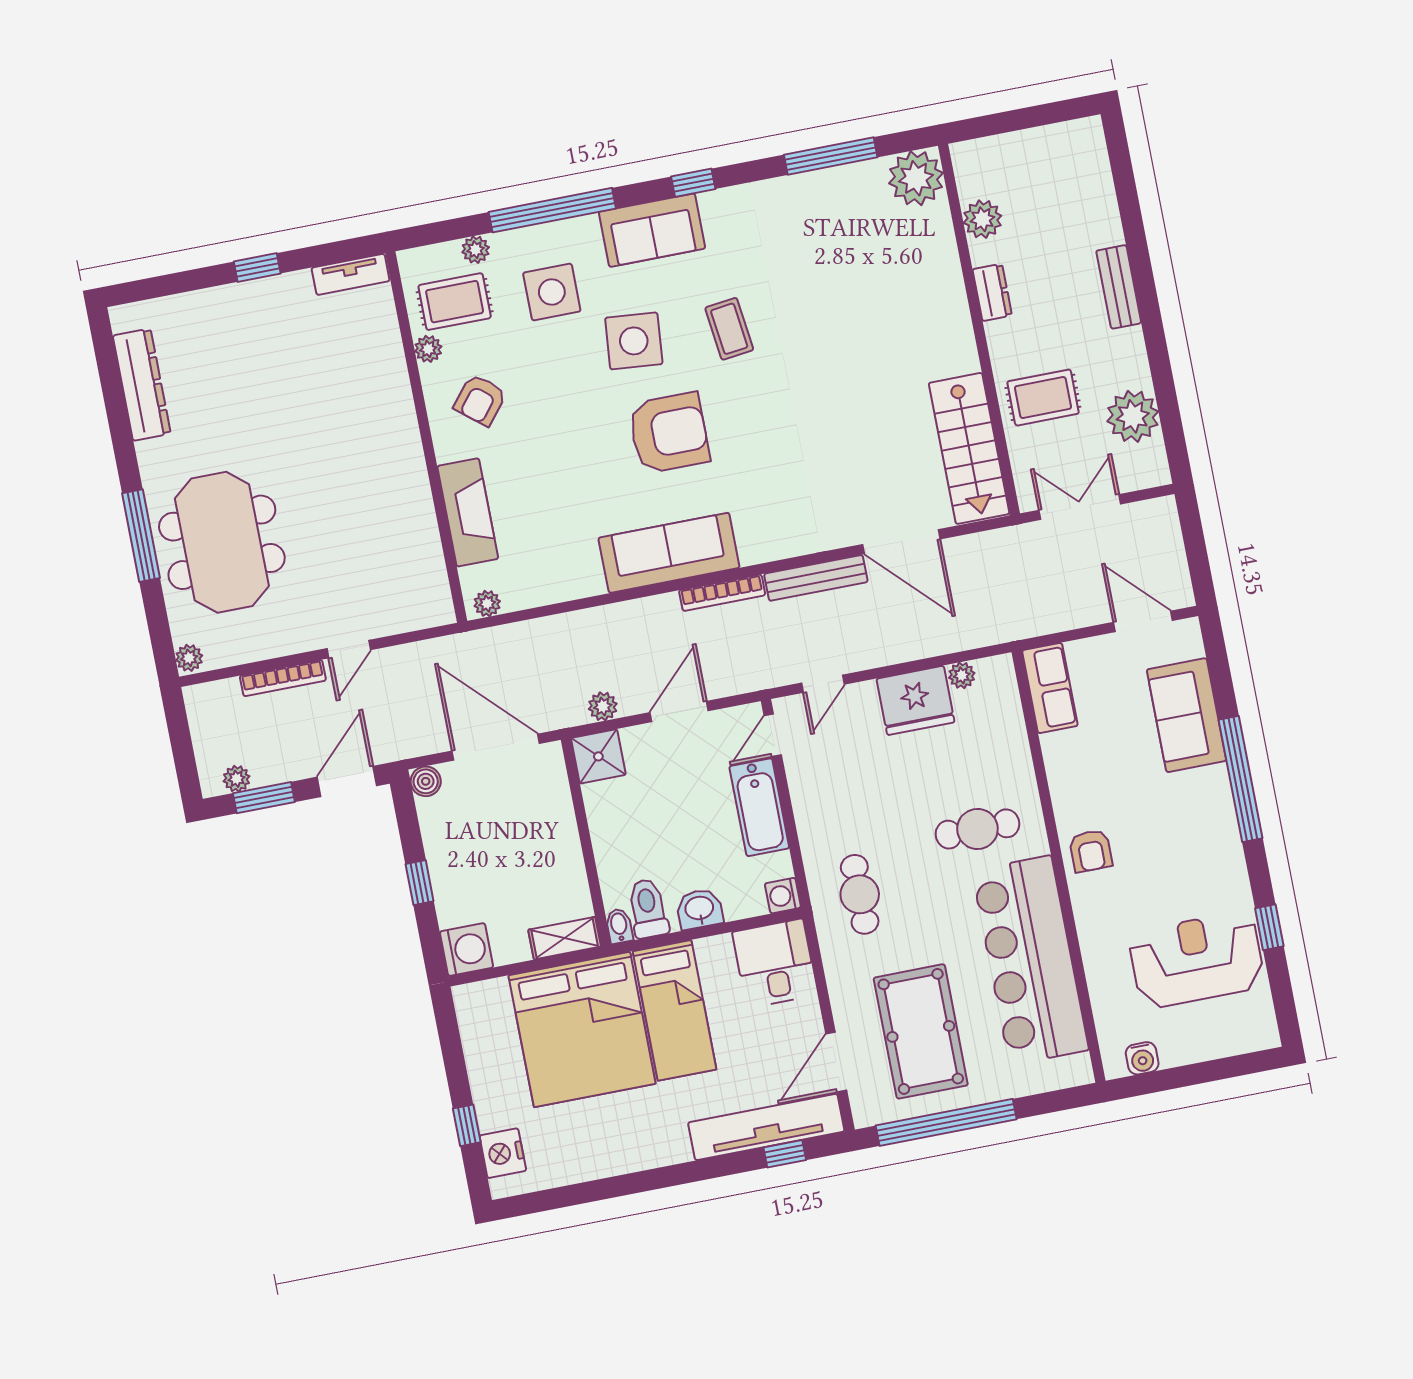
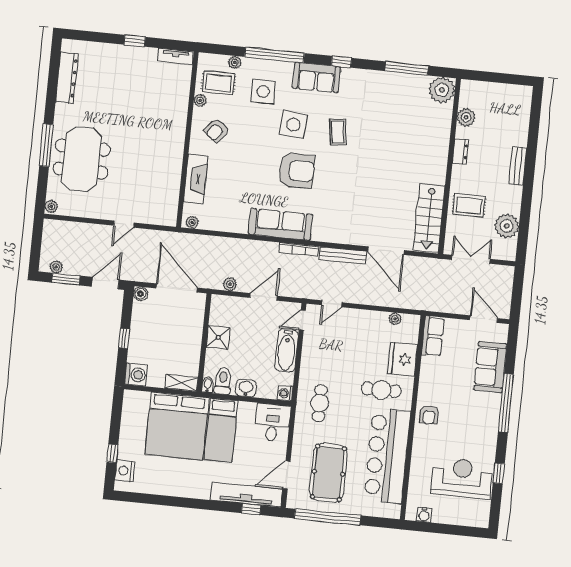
bookcase: (283, 678) -> (91, 228), removed
fridge: (916, 700) -> (402, 359), moved, turned 90
shower: (598, 756) -> (218, 337), moved

